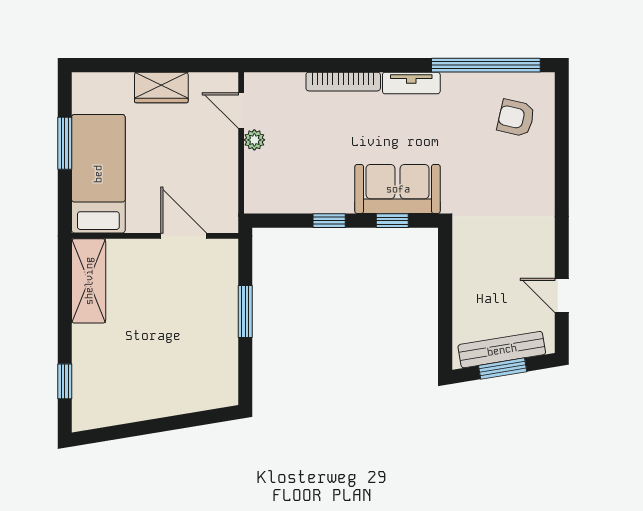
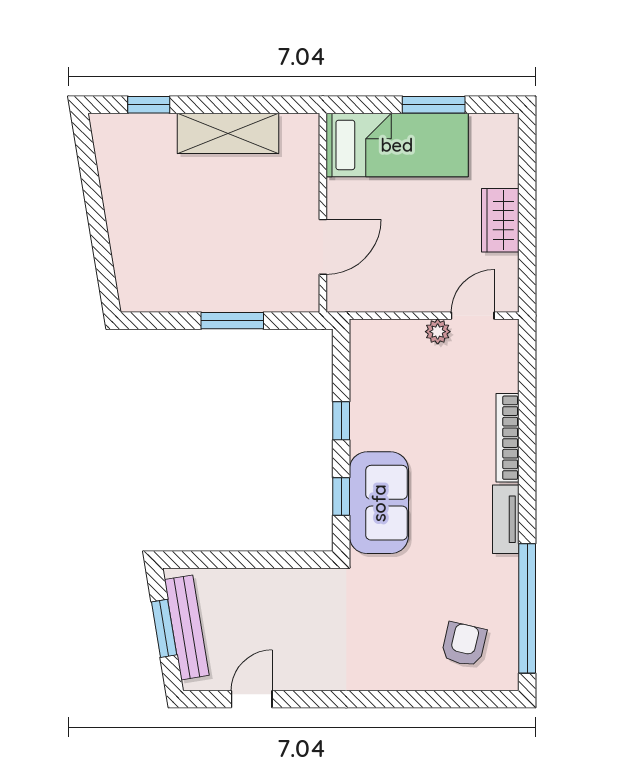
shelving: (89, 281) -> (228, 133), moved

